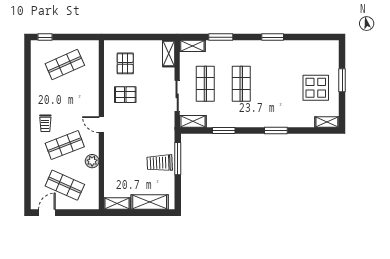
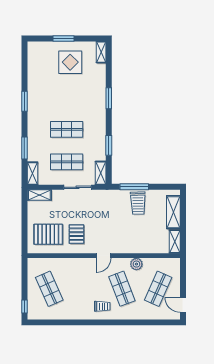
pallet: (125, 63) -> (48, 234), width x1.50, depth x1.42

